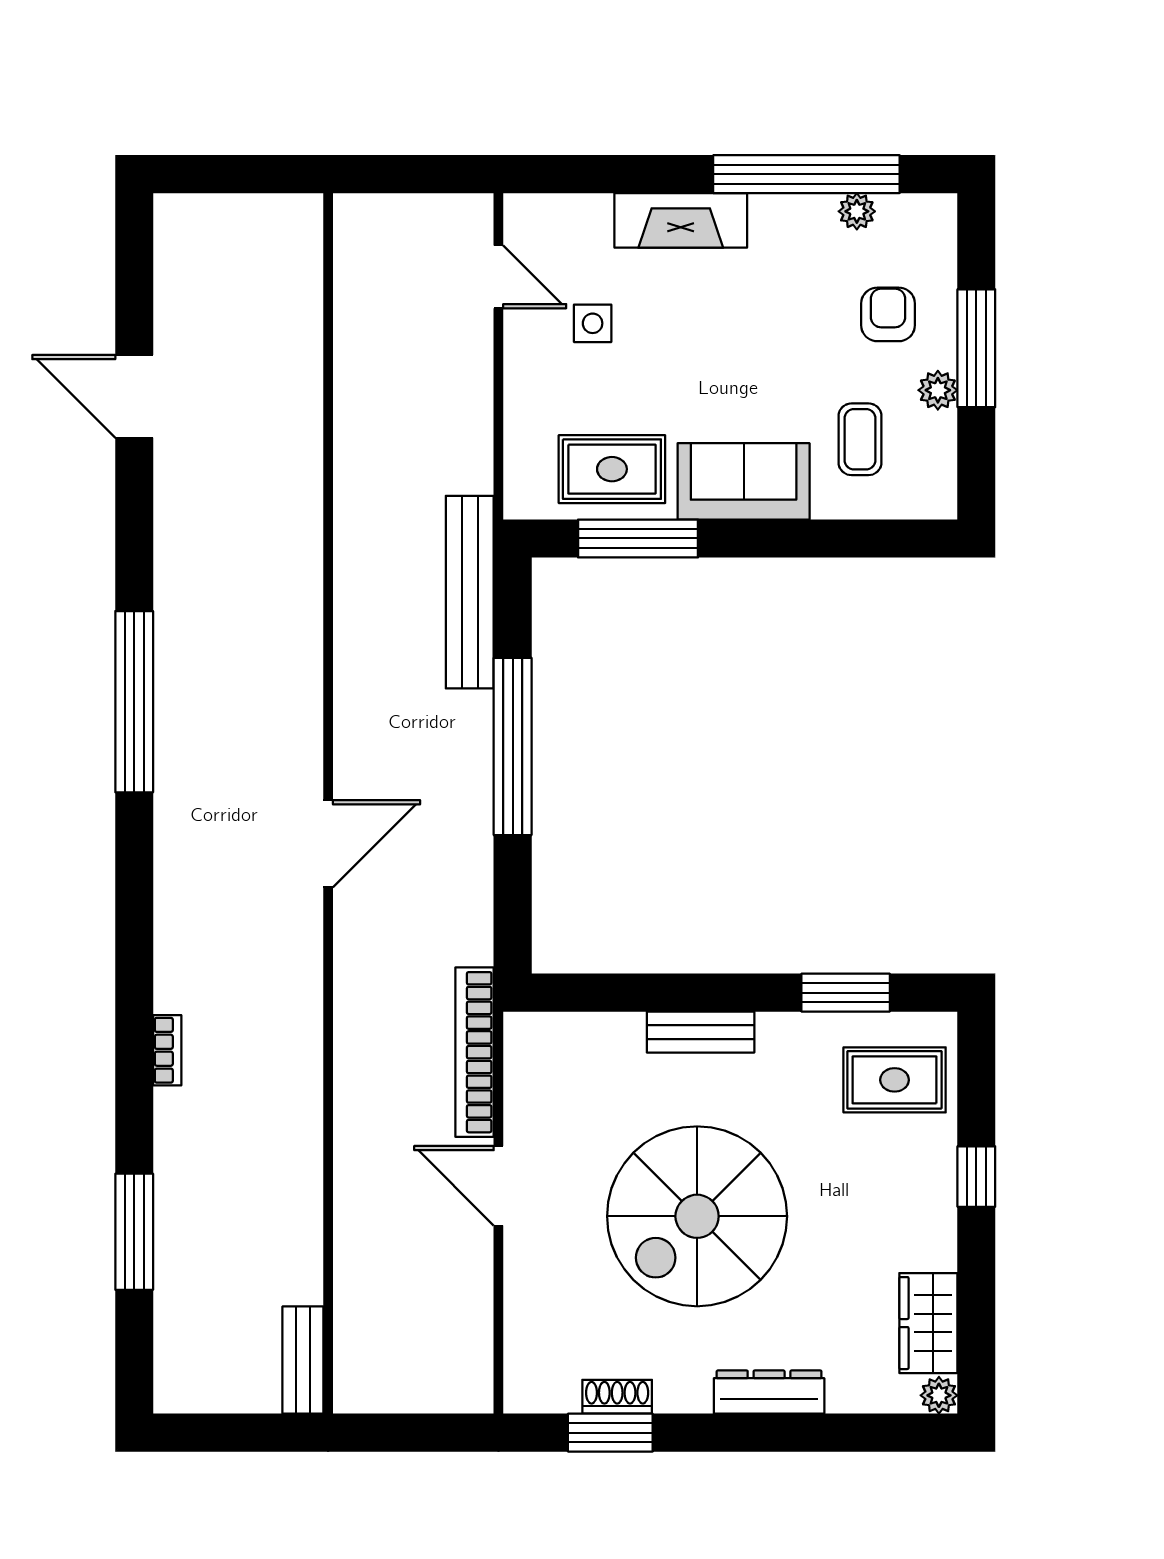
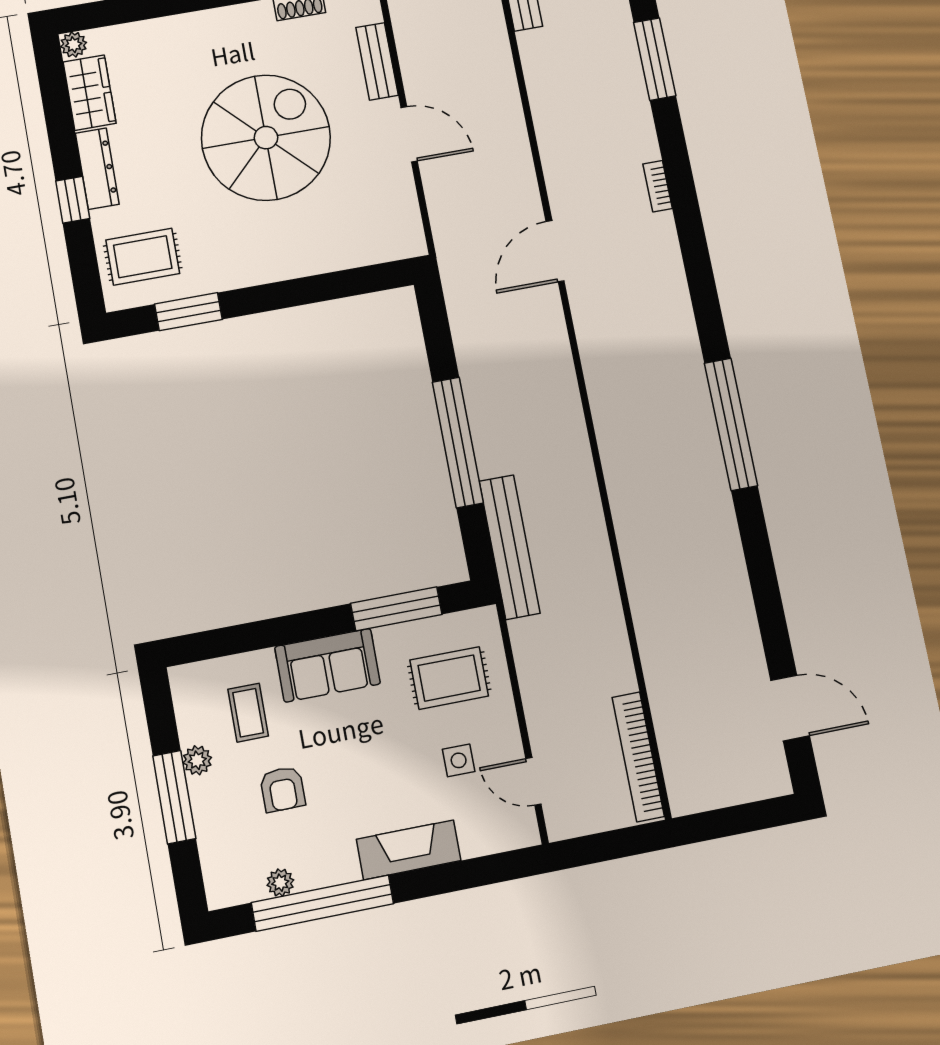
armchair: (888, 314) -> (283, 789), moved
door: (134, 396) -> (790, 708), moved
rug: (612, 469) -> (449, 678), moved
door: (328, 844) -> (555, 251), moved
bench: (701, 1032) -> (377, 61), moved, turned 90
bookcase: (475, 1052) -> (638, 757), moved, turned 180
dresser: (769, 1392) -> (97, 169), moved, turned -90

